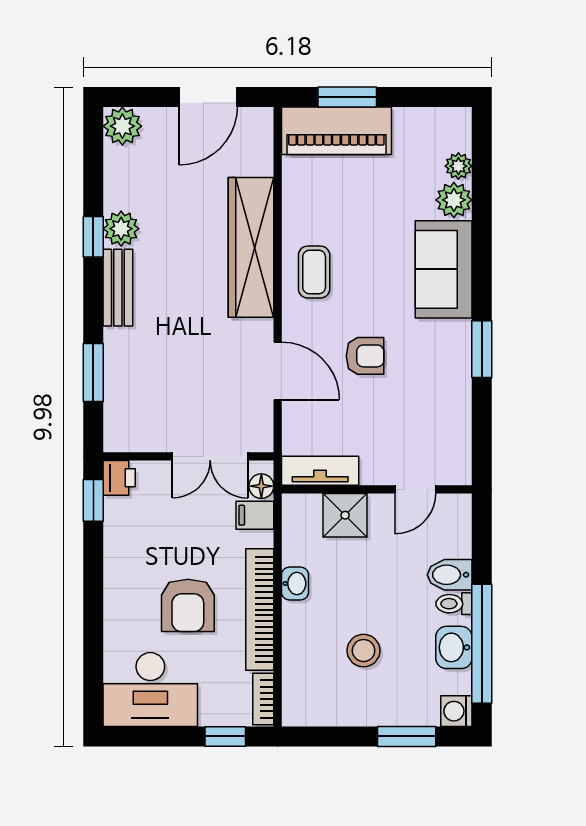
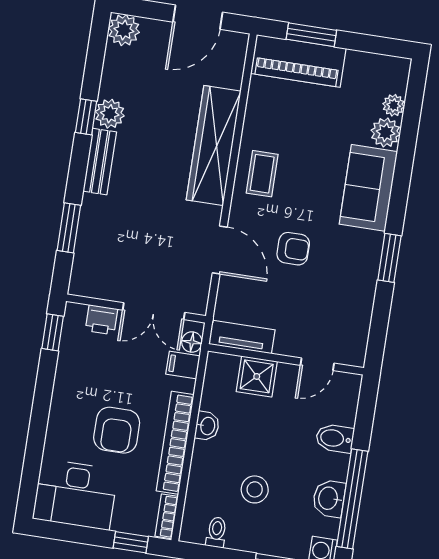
printer: (119, 478) -> (101, 320), moved, turned 90
toilet: (454, 604) -> (216, 532), moved, turned 90

